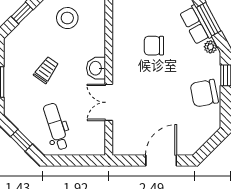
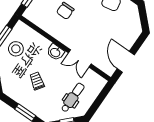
dental chair: (56, 127) -> (73, 97), turned 108
door: (161, 161) -> (126, 62), moved

